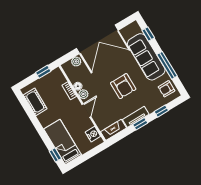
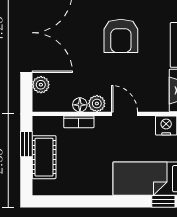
armchair: (123, 86) -> (121, 36), turned 90
cot: (35, 102) -> (44, 157), moved, turned 90

